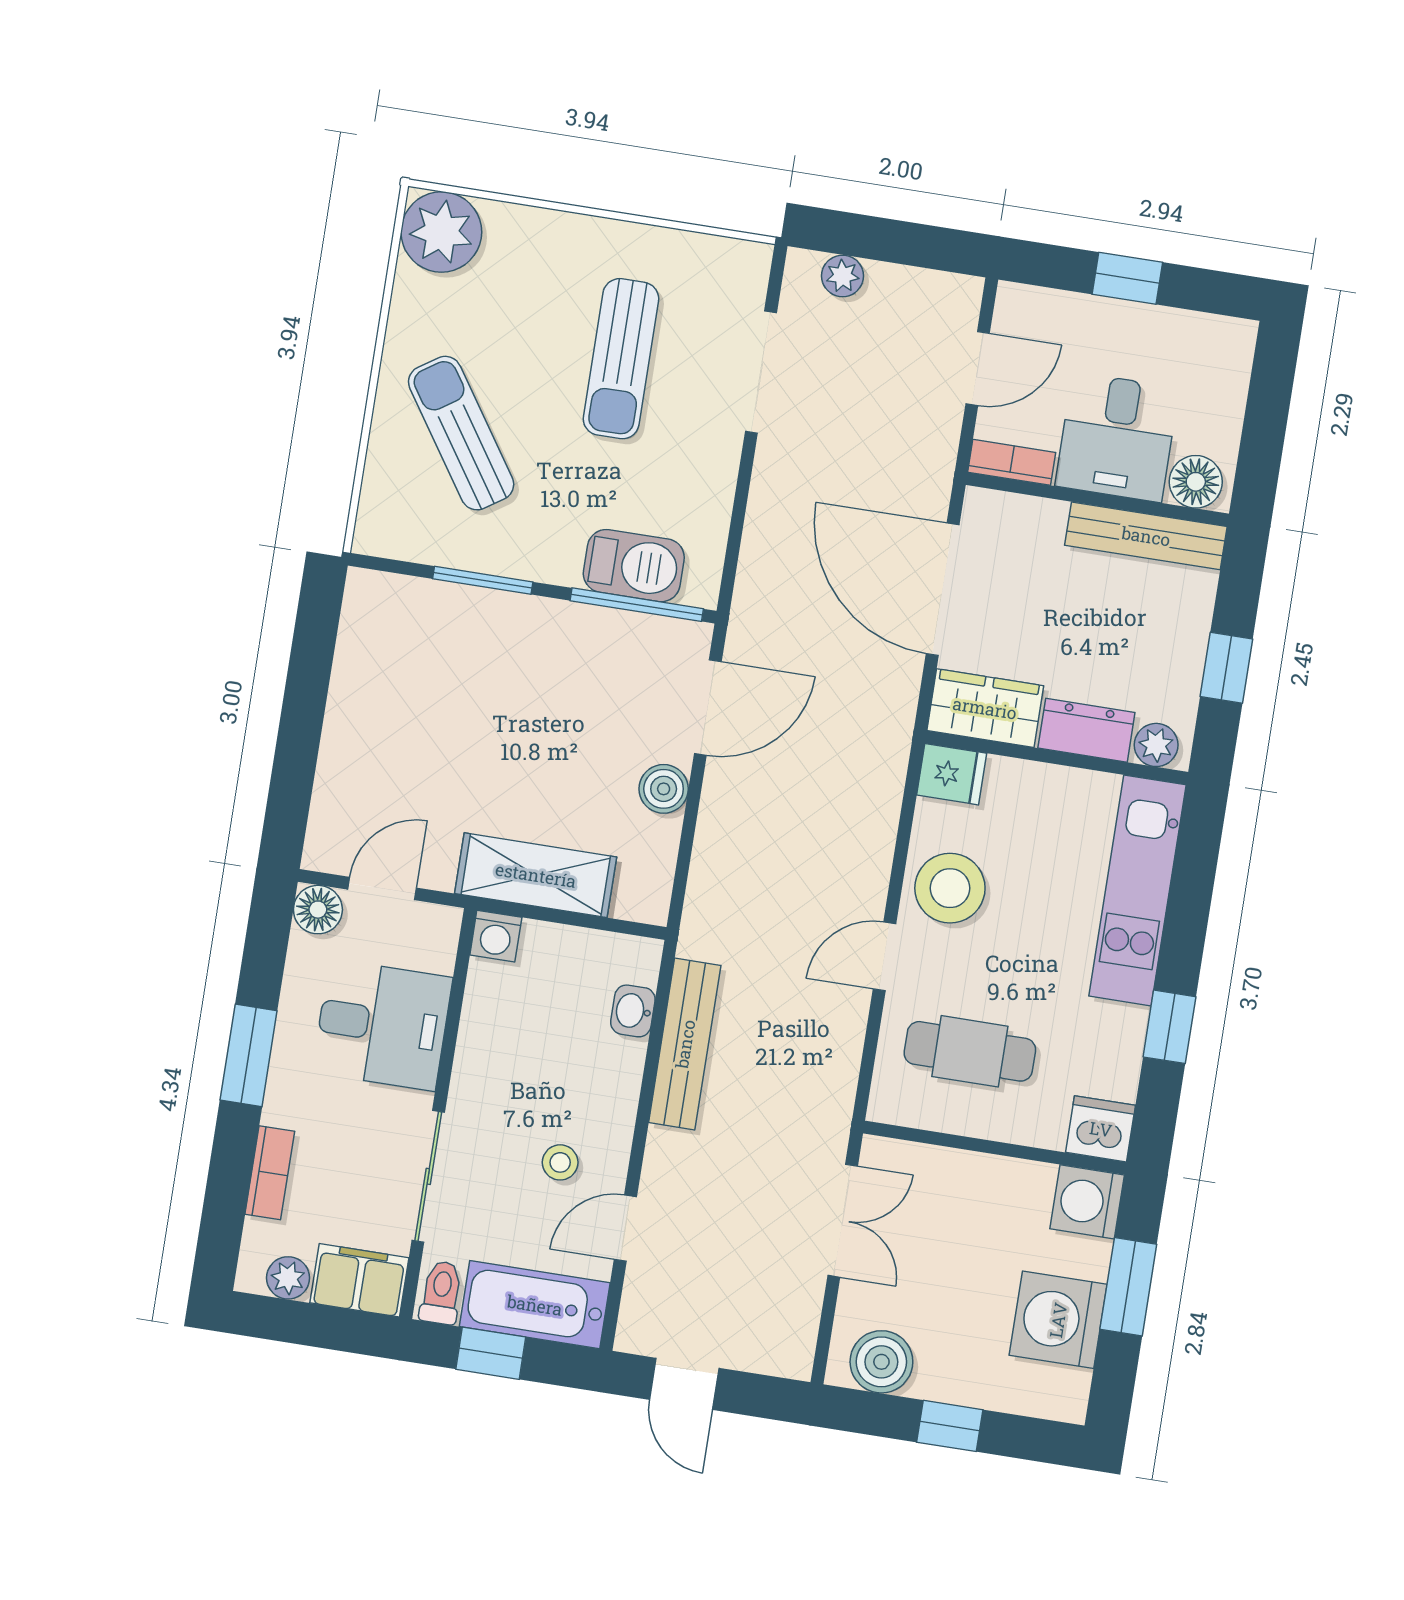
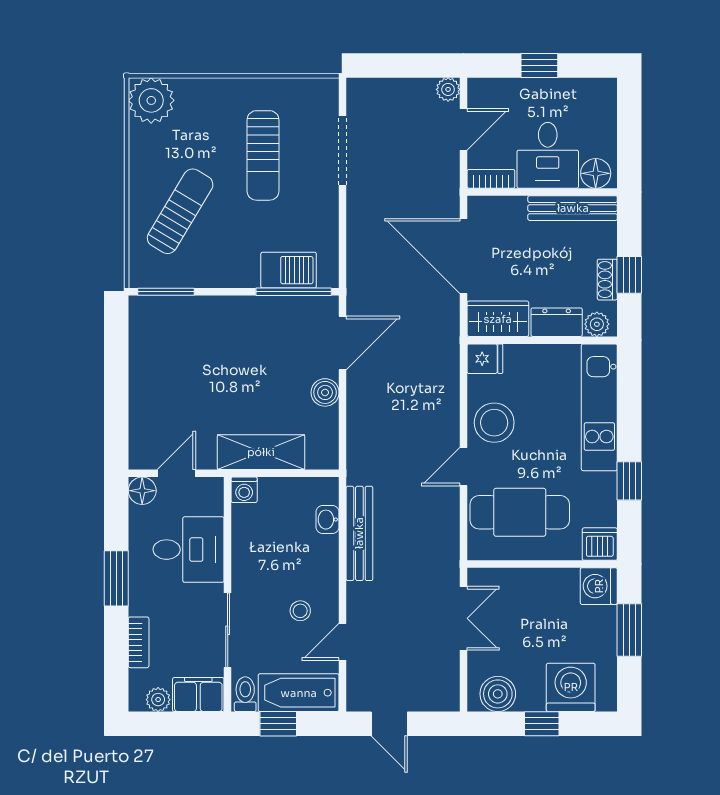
plant: (843, 276) -> (448, 89), moved
sun lounger: (461, 433) -> (180, 211), turned 65
window: (483, 580) -> (166, 292), moved
shoe rack: (1187, 670) -> (607, 280), added
cafe table: (970, 1051) -> (520, 512), width x1.37, depth x1.35
washing machine: (1058, 1320) -> (571, 687), moved, turned 90

